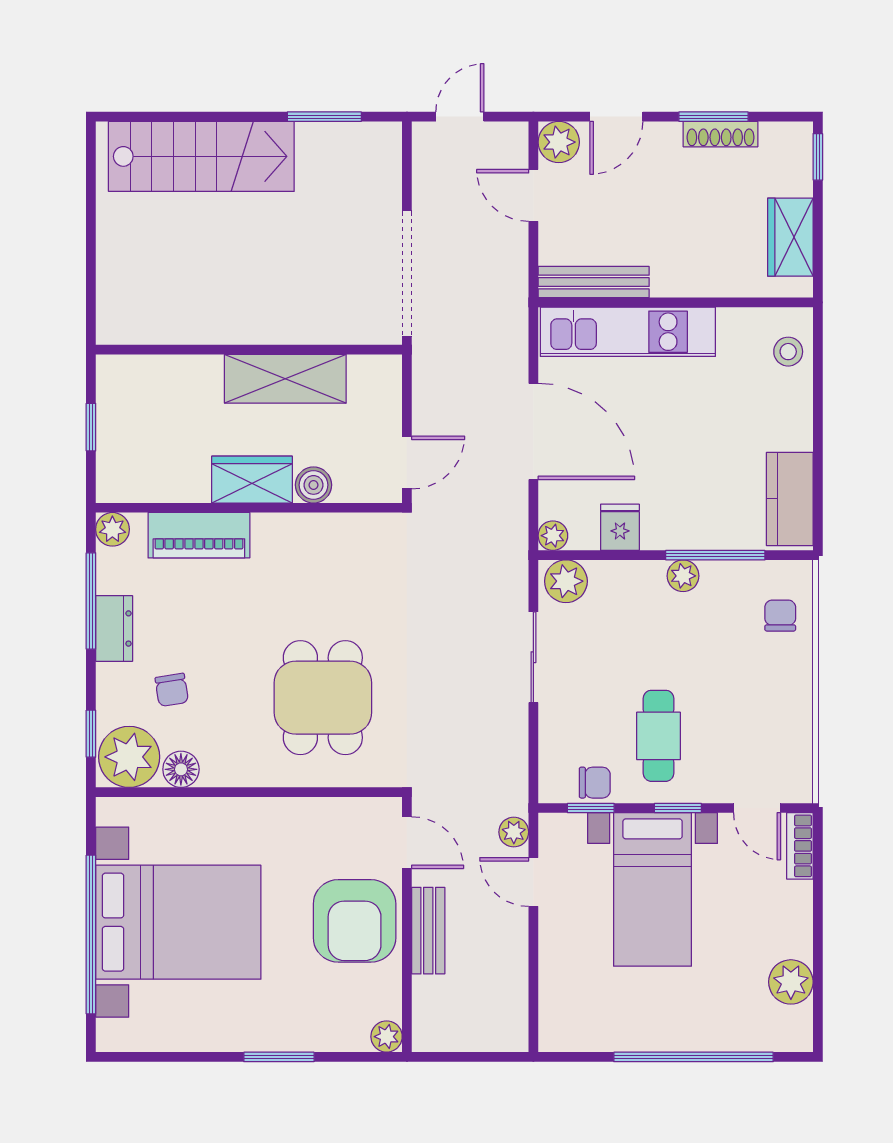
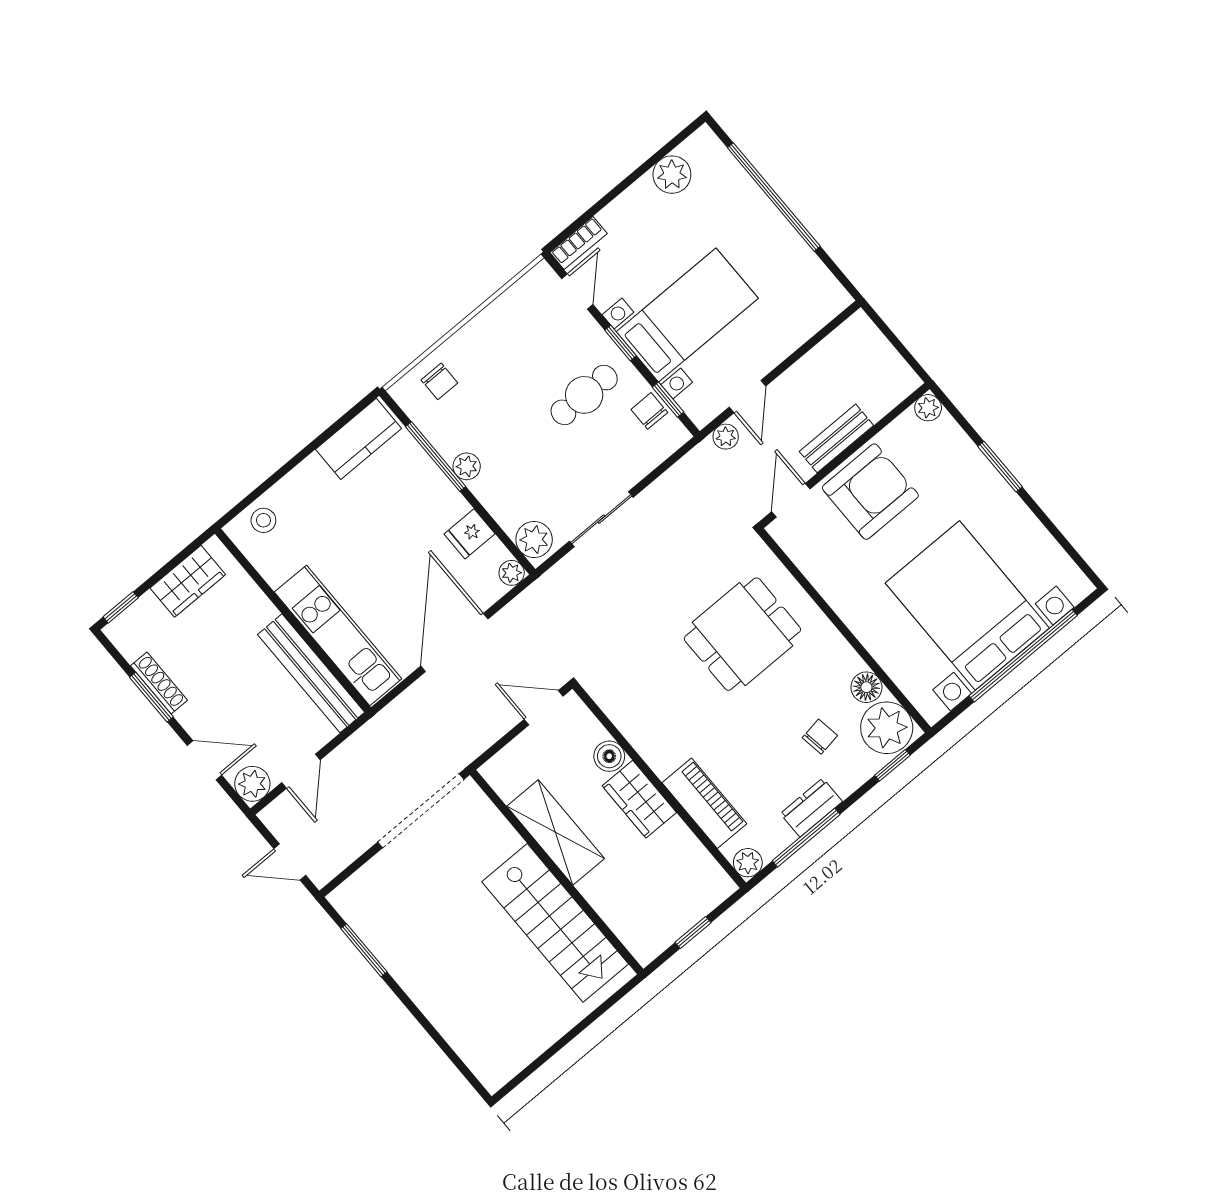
stairs: (201, 156) -> (555, 923), moved, turned 180
bench: (594, 282) -> (311, 673), width x1.37, depth x1.21
chair: (780, 616) -> (439, 381), turned -90

